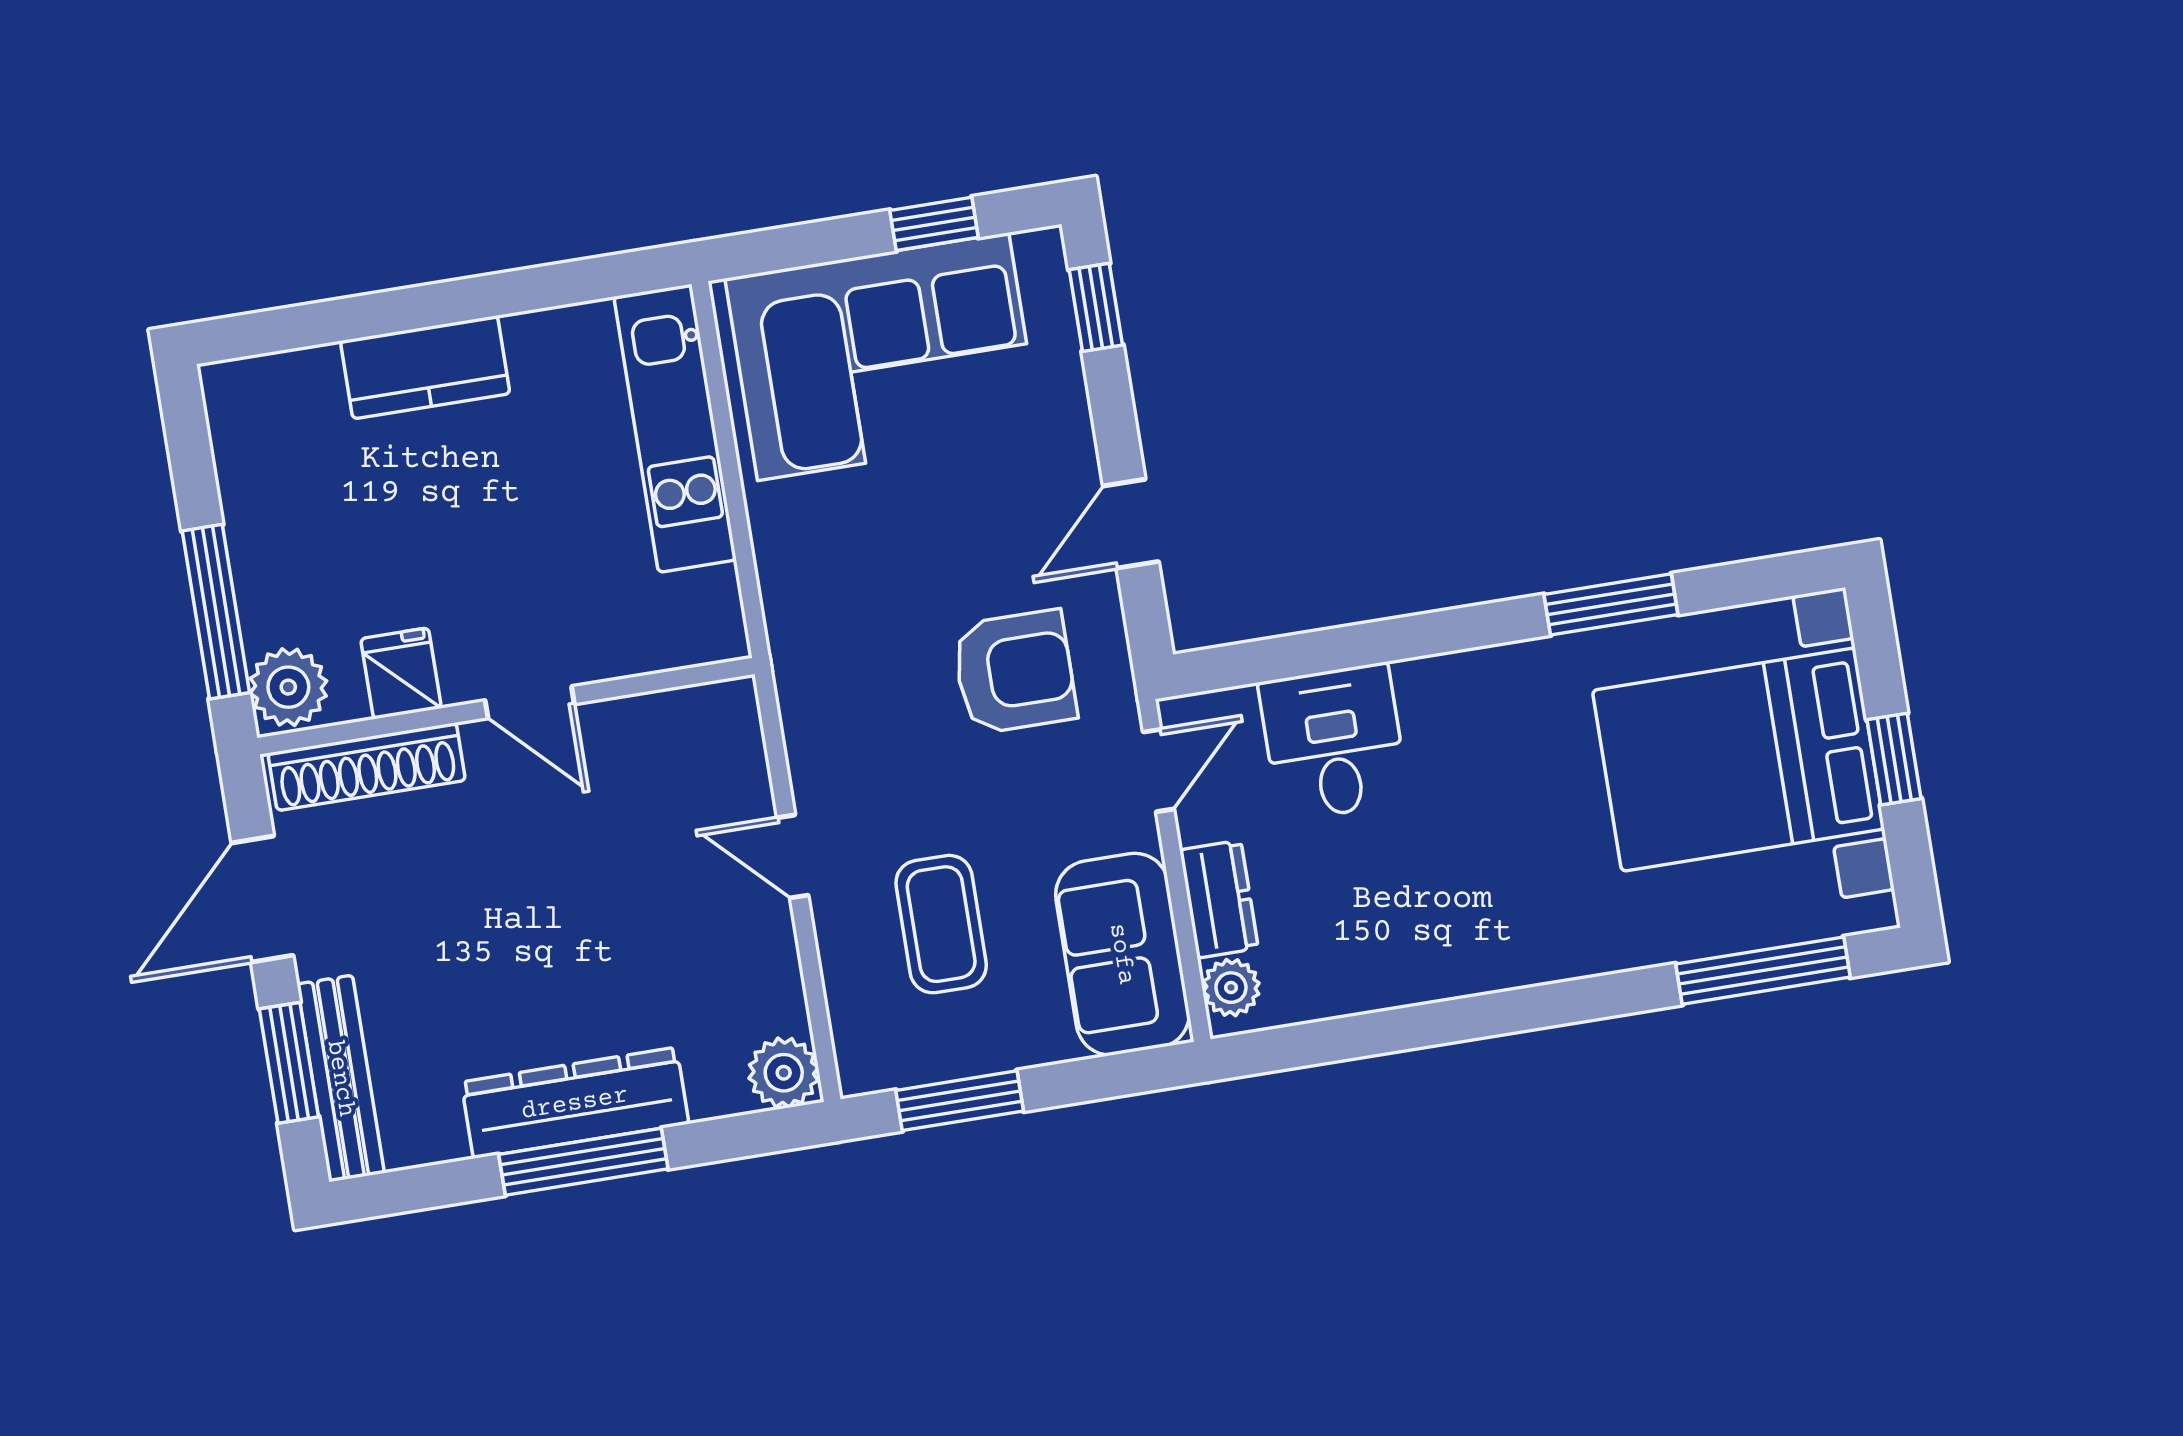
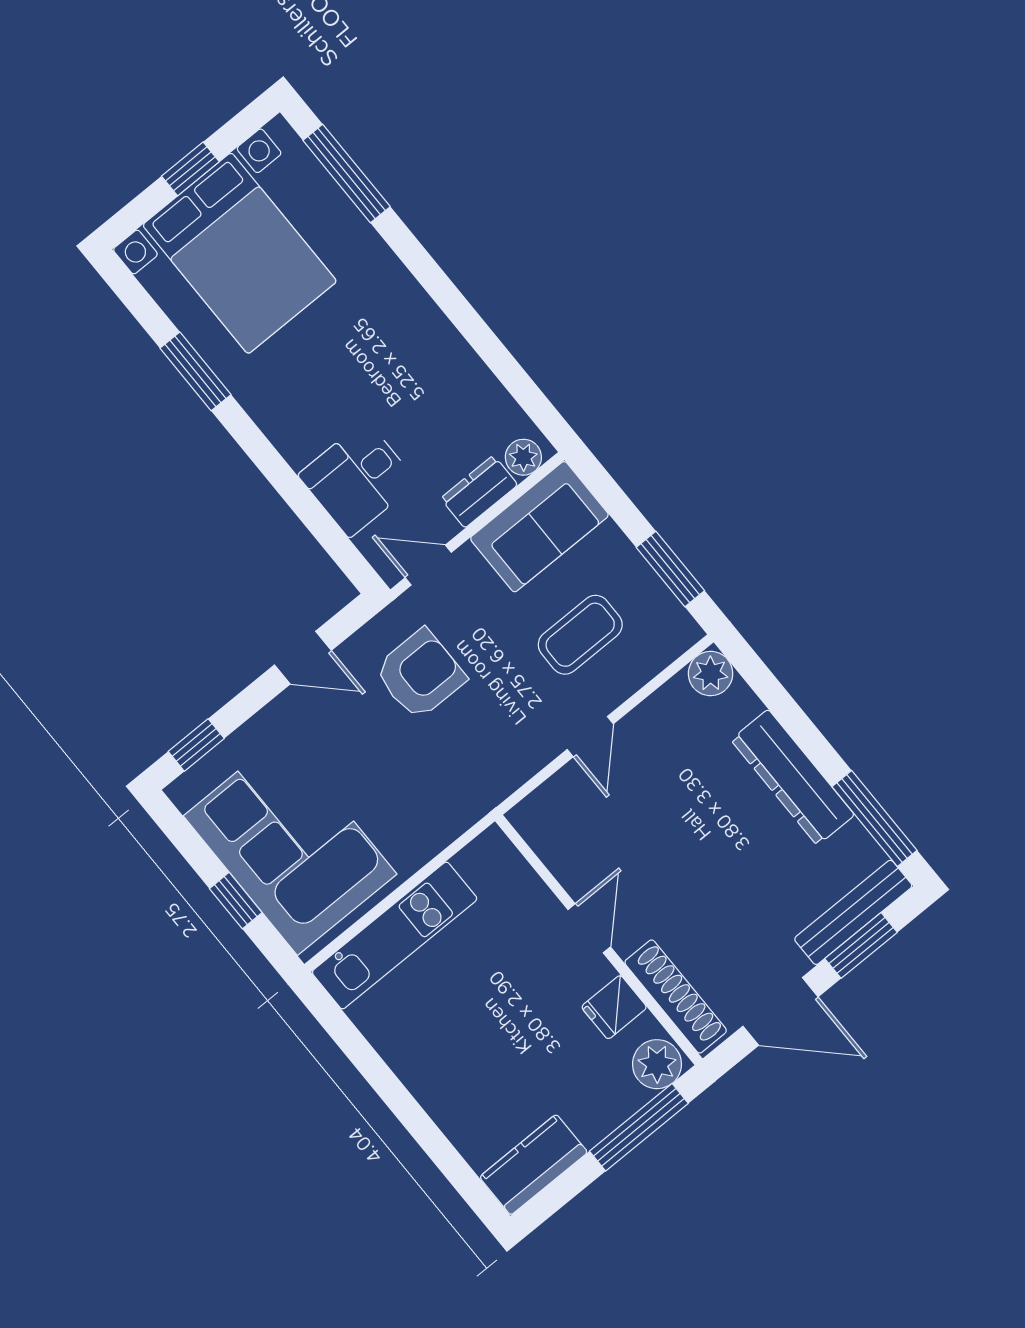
window: (934, 224) -> (236, 901), moved
kitchen counter: (425, 367) -> (534, 1165), moved, turned -90
armchair: (1015, 672) -> (420, 674), turned 90
window: (583, 1162) -> (874, 818), moved

